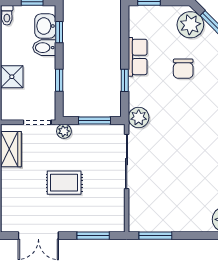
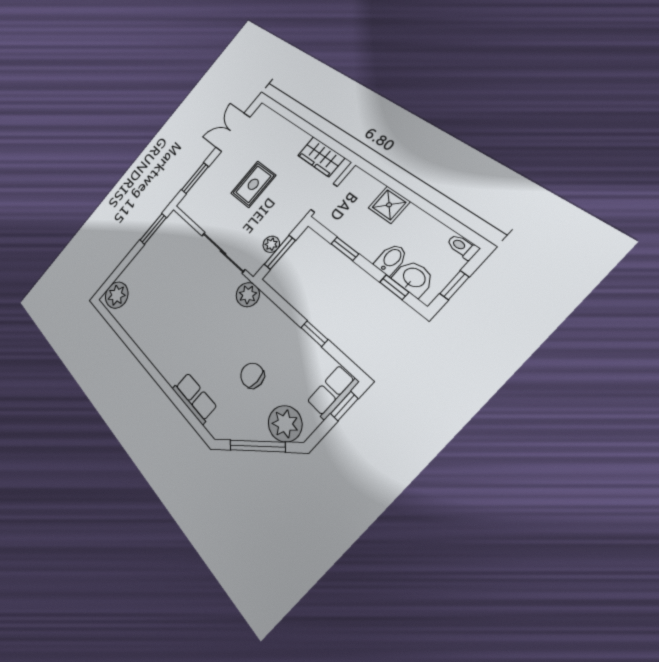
row of seats: (138, 57) -> (332, 392), moved, turned 90
window: (125, 80) -> (314, 334), moved
plant: (64, 131) -> (271, 244), moved

